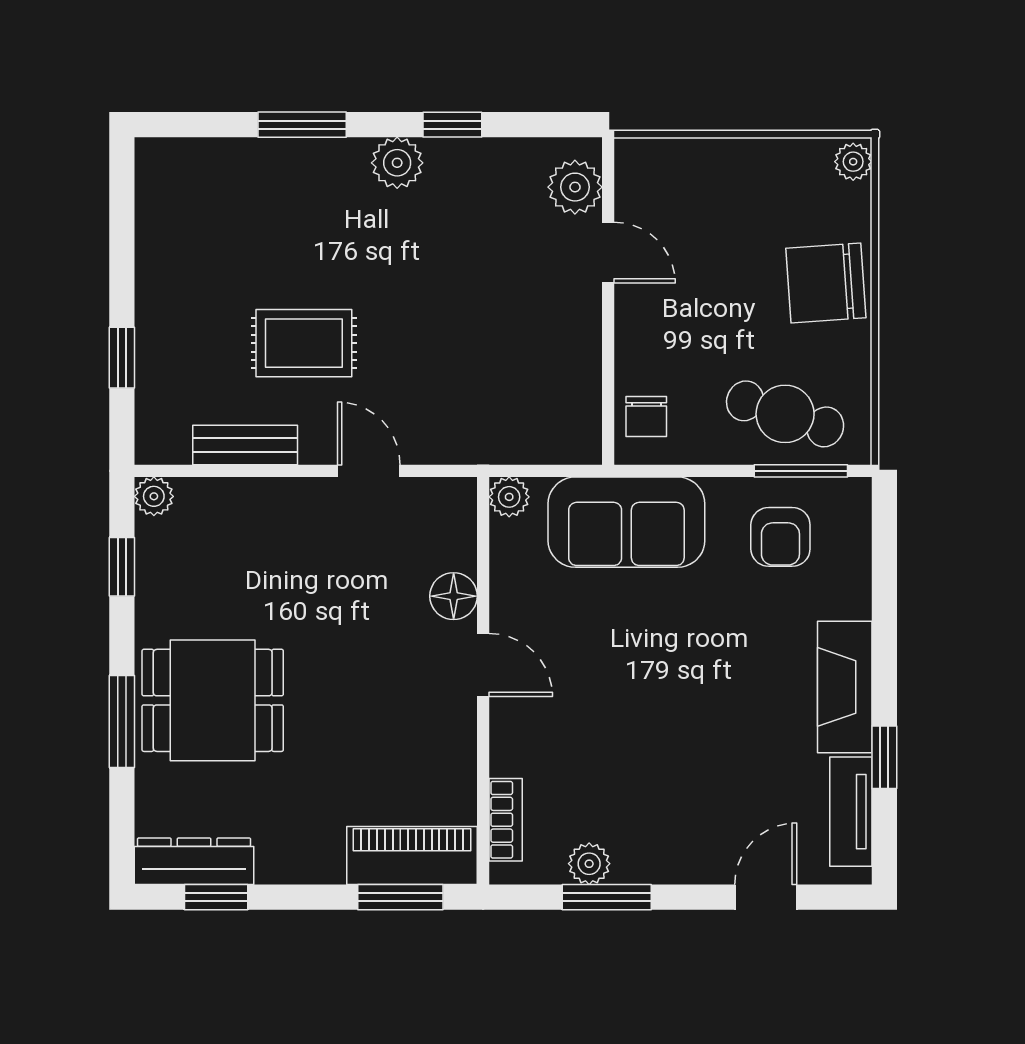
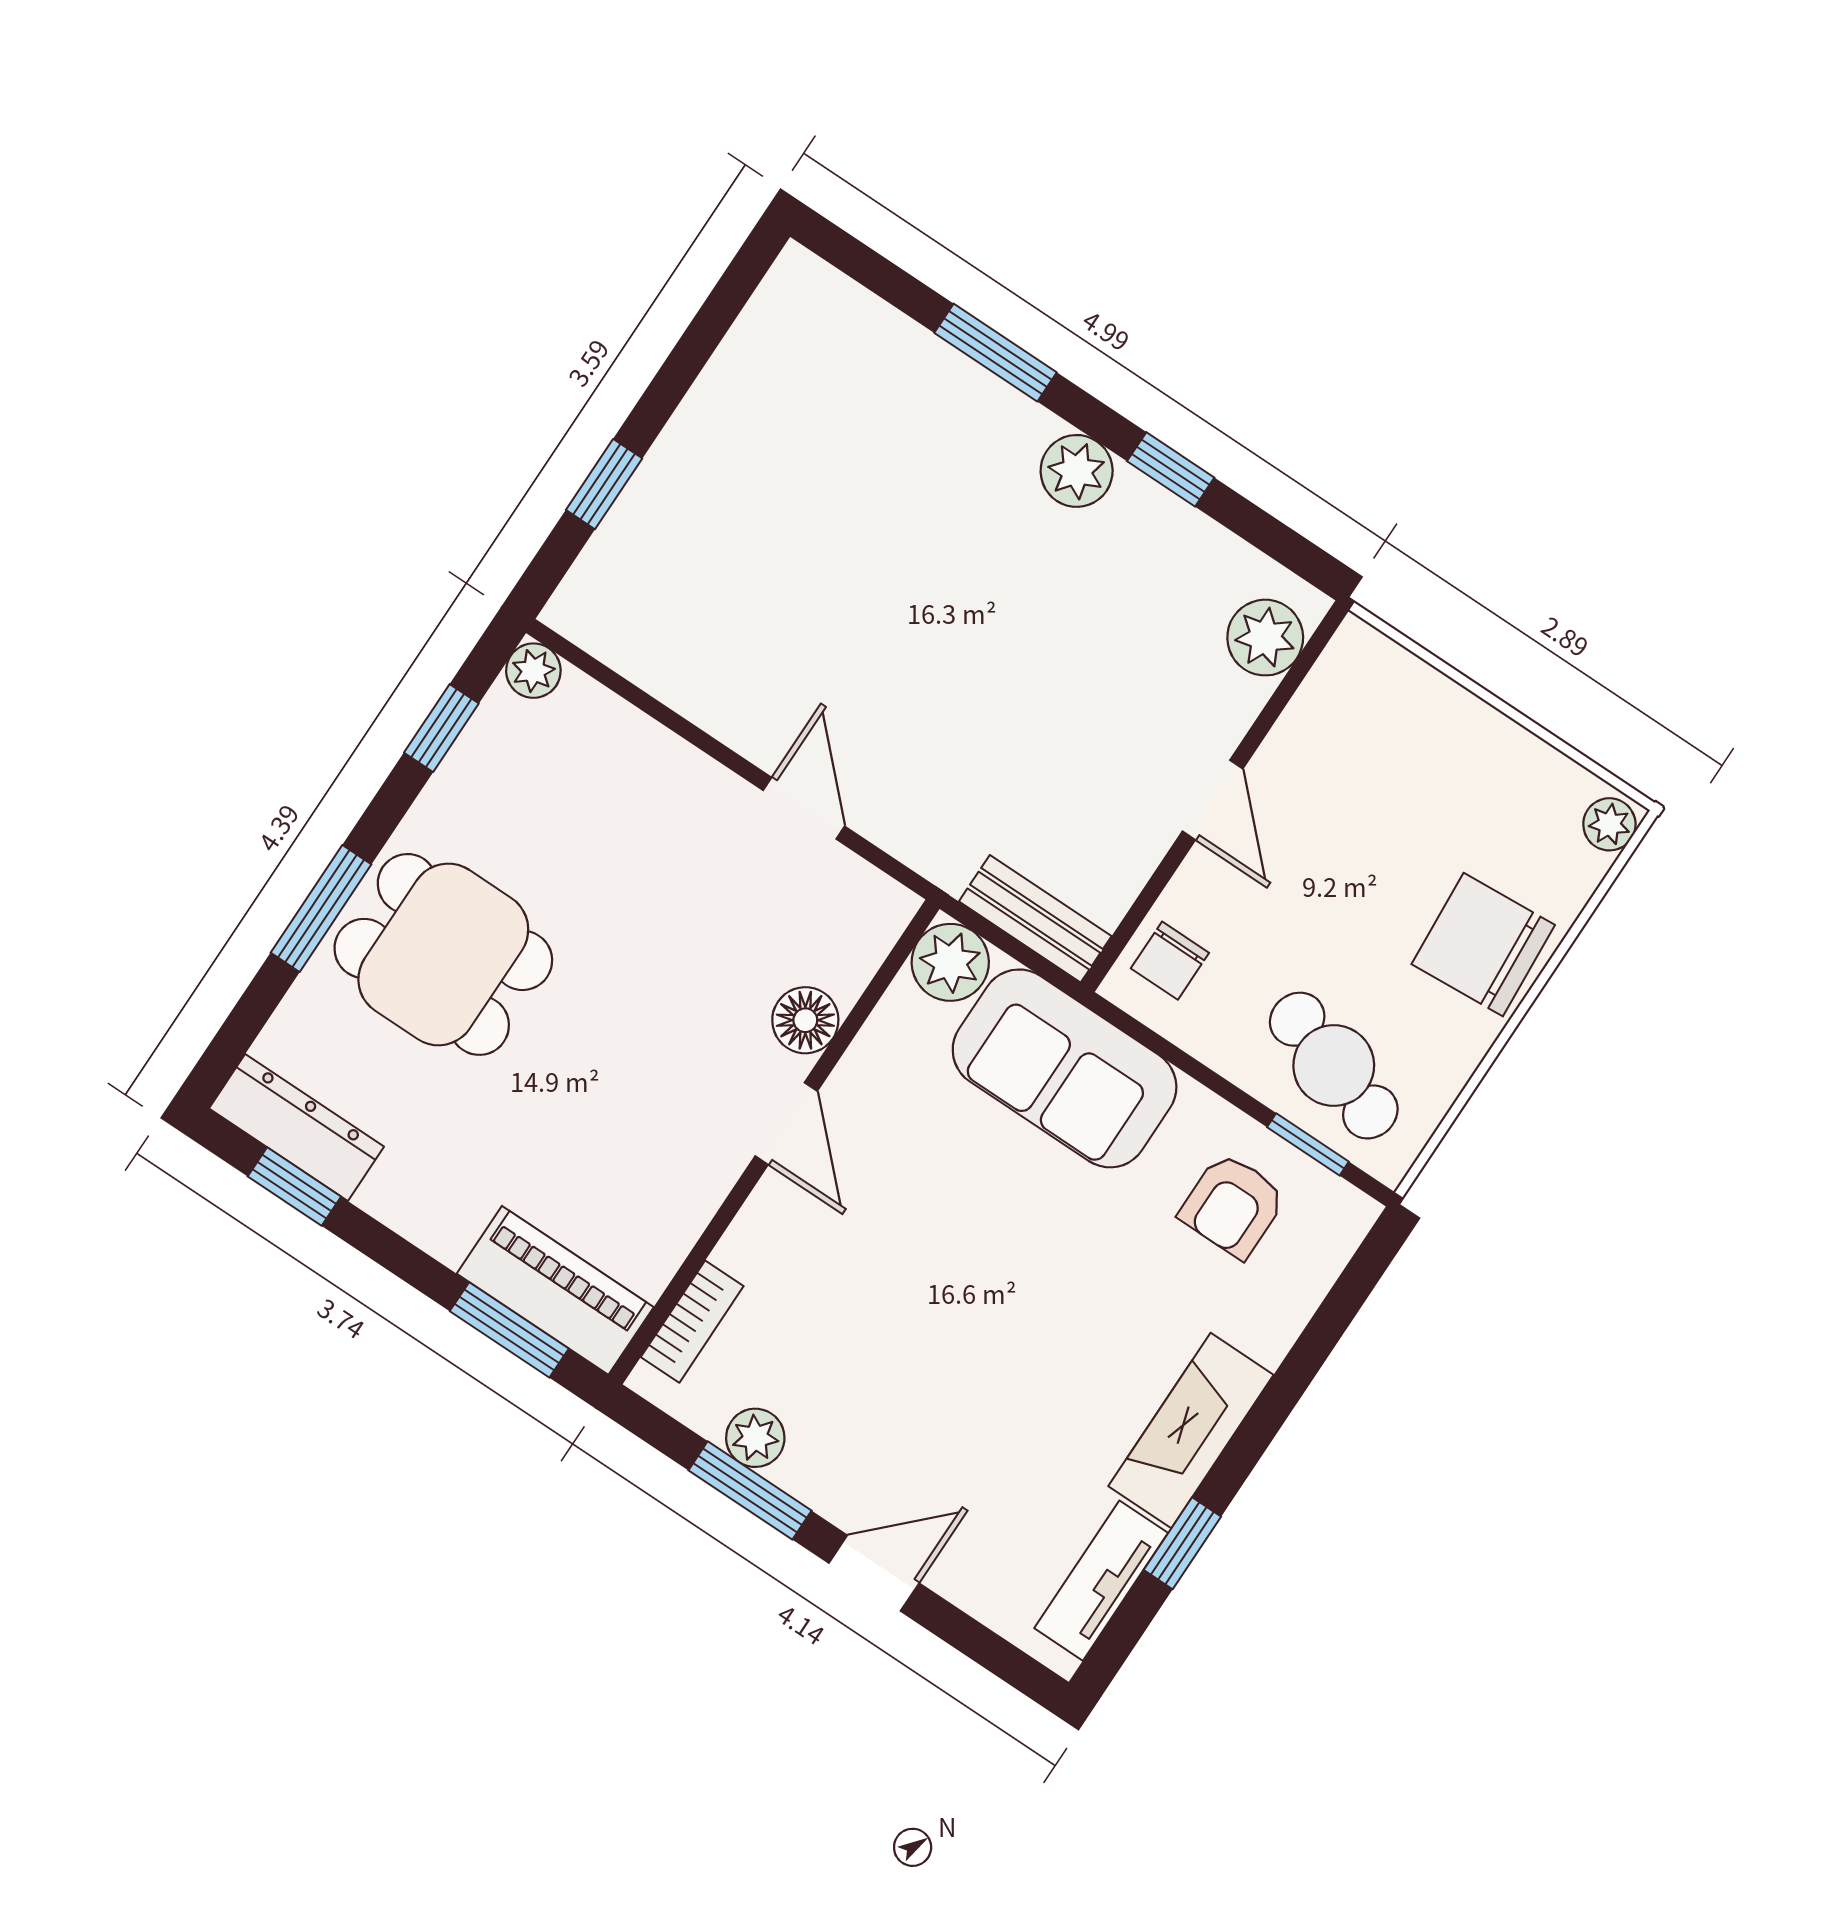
door: (608, 253) -> (1213, 800), moved
rug: (304, 343) -> (828, 609), removed
bench: (245, 445) -> (1035, 919), moved
window: (801, 471) -> (1308, 1144), width x0.67
plant: (509, 497) -> (950, 962), width x1.38, depth x1.38
door: (766, 897) -> (874, 1573), moved

